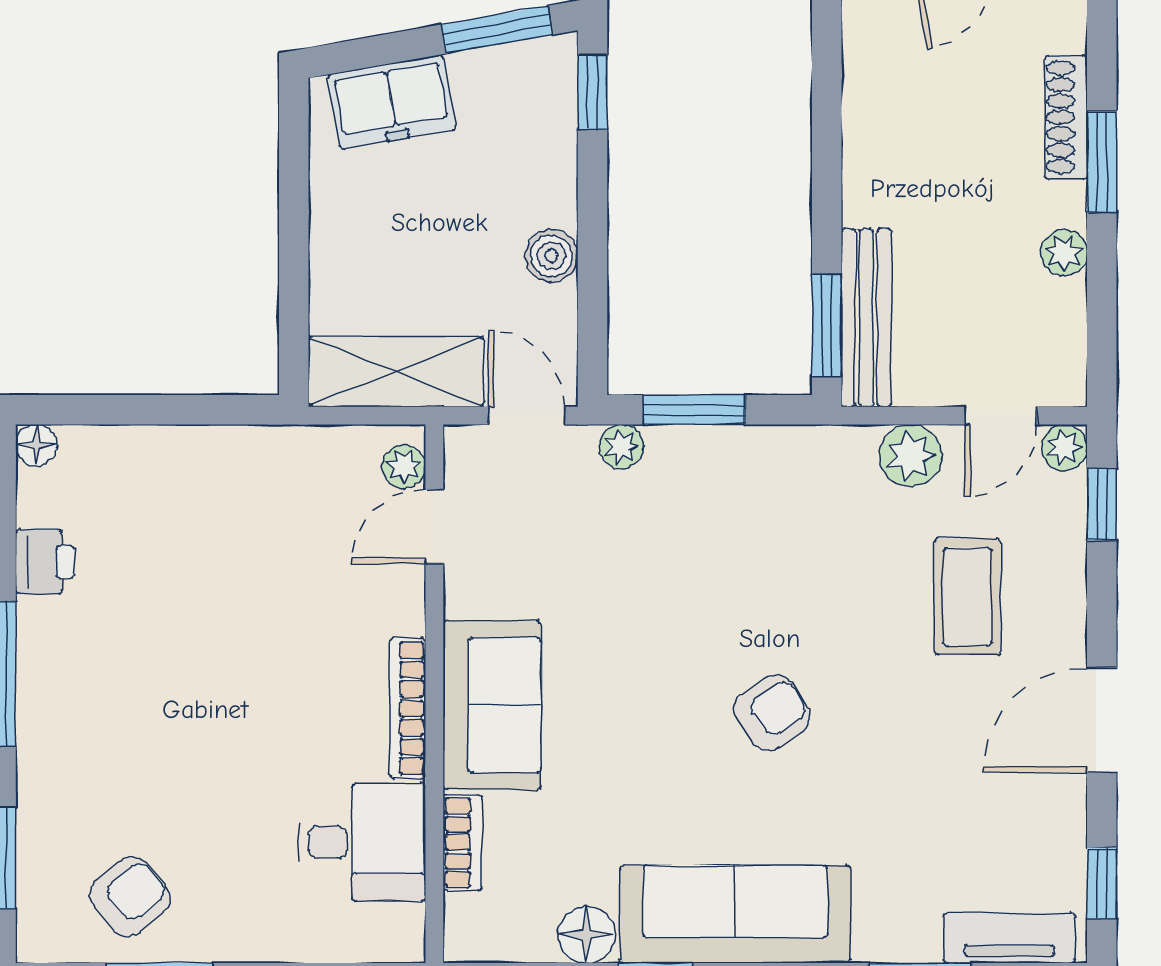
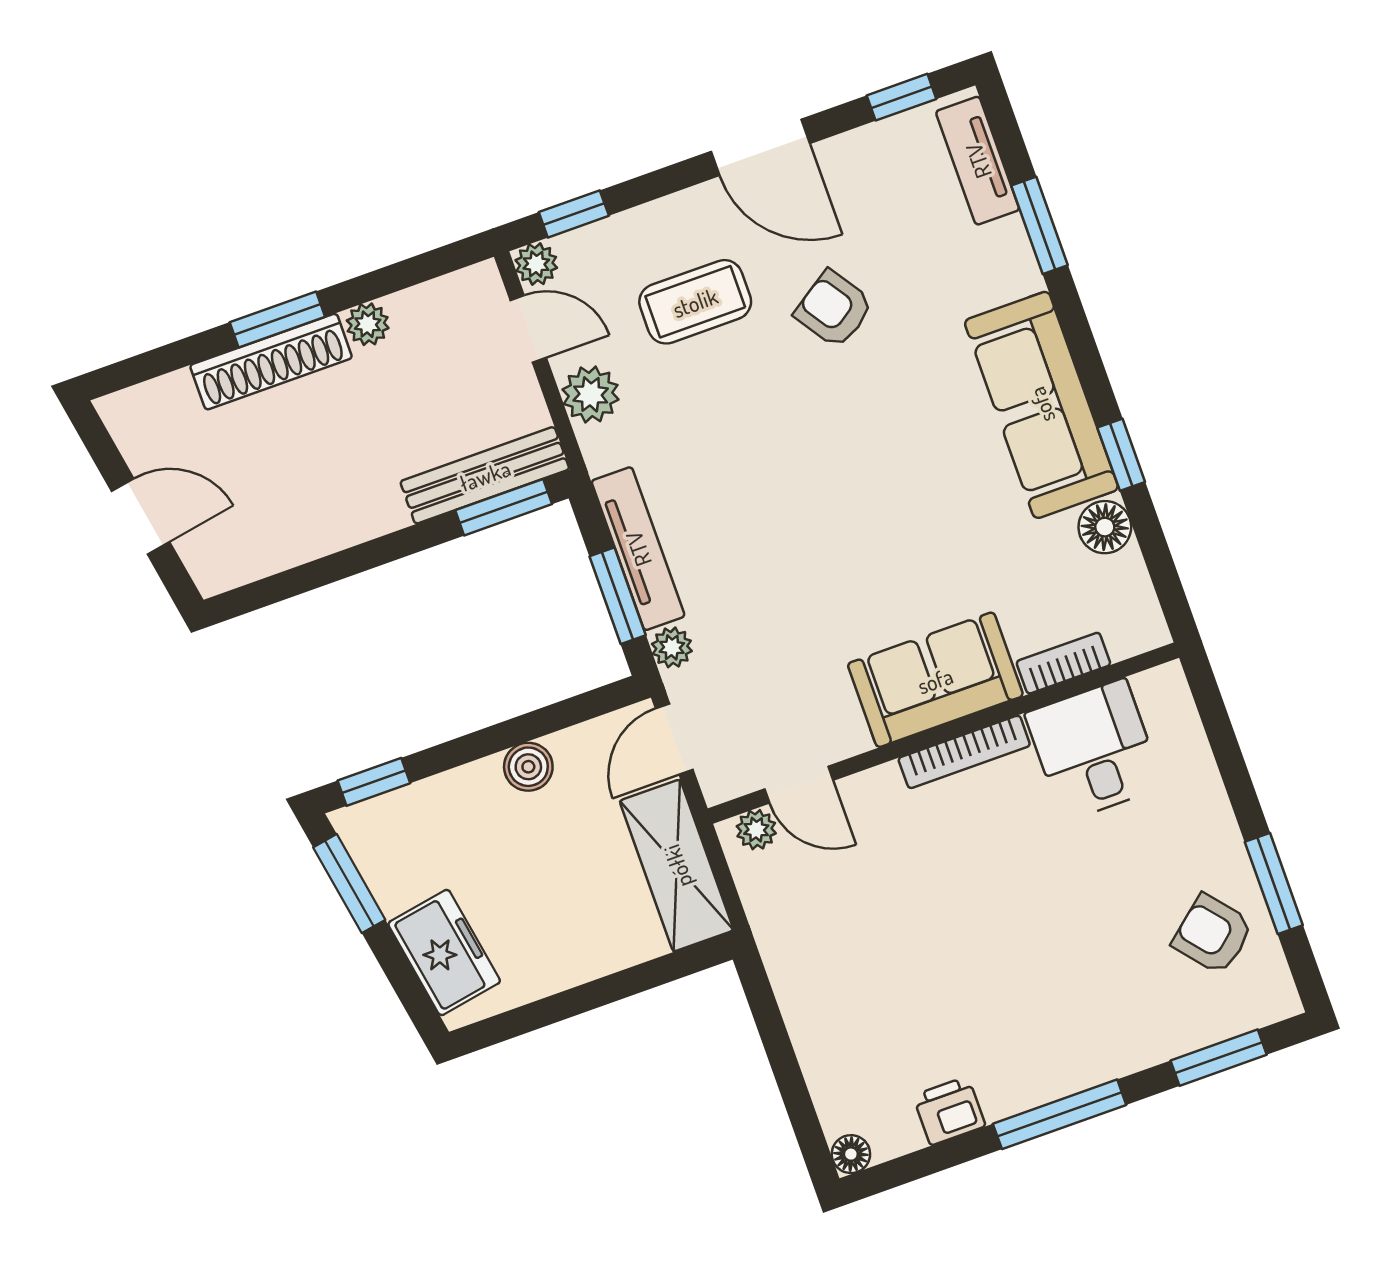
shoe rack: (1066, 117) -> (271, 362), width x1.36, depth x1.24
tv unit: (735, 448) -> (638, 549), added
armchair: (772, 713) -> (834, 309), moved

